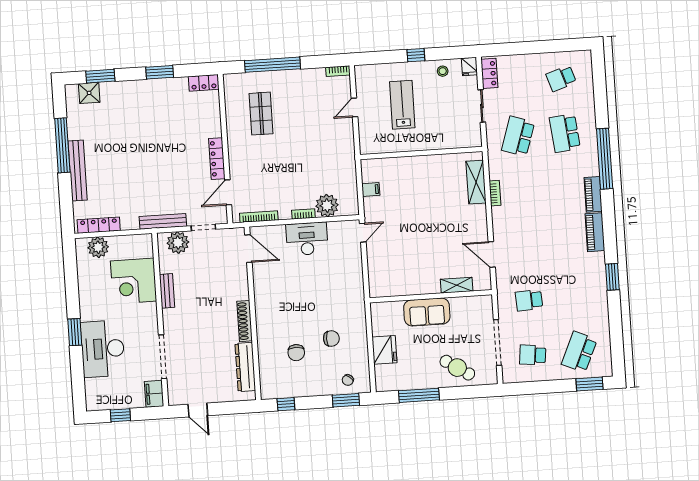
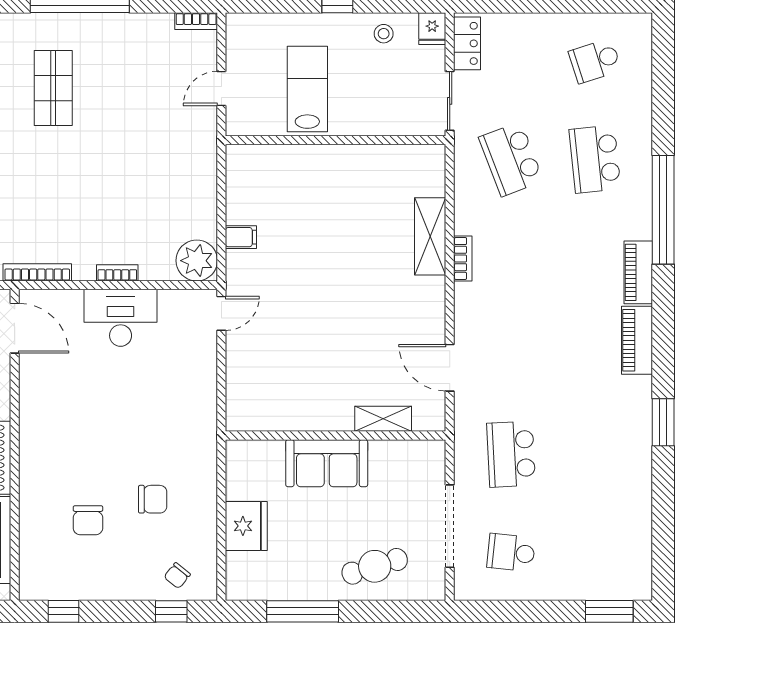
school desk: (518, 136) -> (511, 159), turned -39
wall: (421, 153) -> (336, 140), moved
plant: (327, 205) -> (197, 261), moved
school desk: (529, 300) -> (511, 454), width x1.85
school desk: (579, 352) -> (595, 553), removed
cafe table: (457, 368) -> (375, 566), turned -50
window: (346, 400) -> (171, 611), width x0.67

